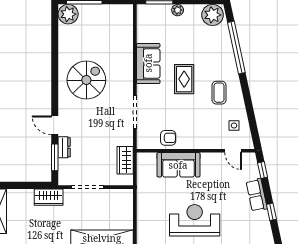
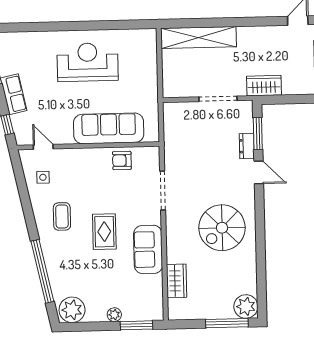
wardrobe: (125, 160) -> (177, 281), moved
sofa: (178, 165) -> (109, 128), width x1.36
reception desk: (195, 220) -> (88, 62), turned 180

